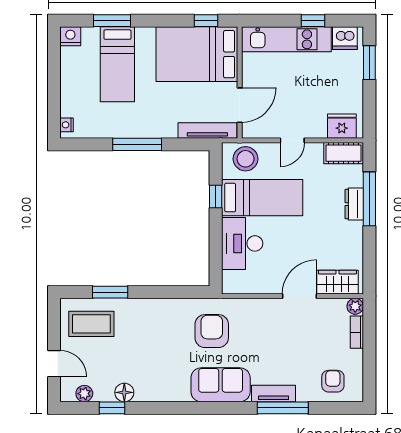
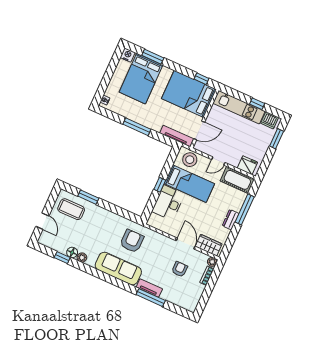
bed: (117, 64) -> (141, 79), width x1.50
cot: (344, 153) -> (237, 180), width x1.37, depth x1.34
window: (216, 197) -> (160, 185), moved
dresser: (354, 204) -> (231, 220), moved
door: (299, 296) -> (186, 244), hinge flipped
armchair: (333, 381) -> (180, 269), moved
sofa: (221, 385) -> (118, 269), width x1.36
plant: (84, 394) -> (82, 258), moved

